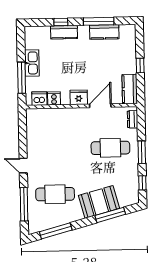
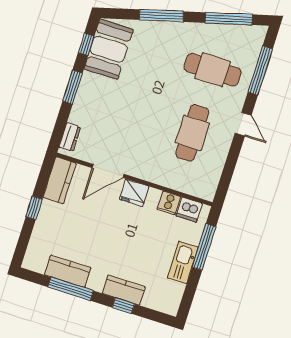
cafe table: (110, 148) -> (192, 133), moved, turned 90
booth: (99, 202) -> (109, 49), moved, turned -75
window: (110, 215) -> (161, 16), moved

